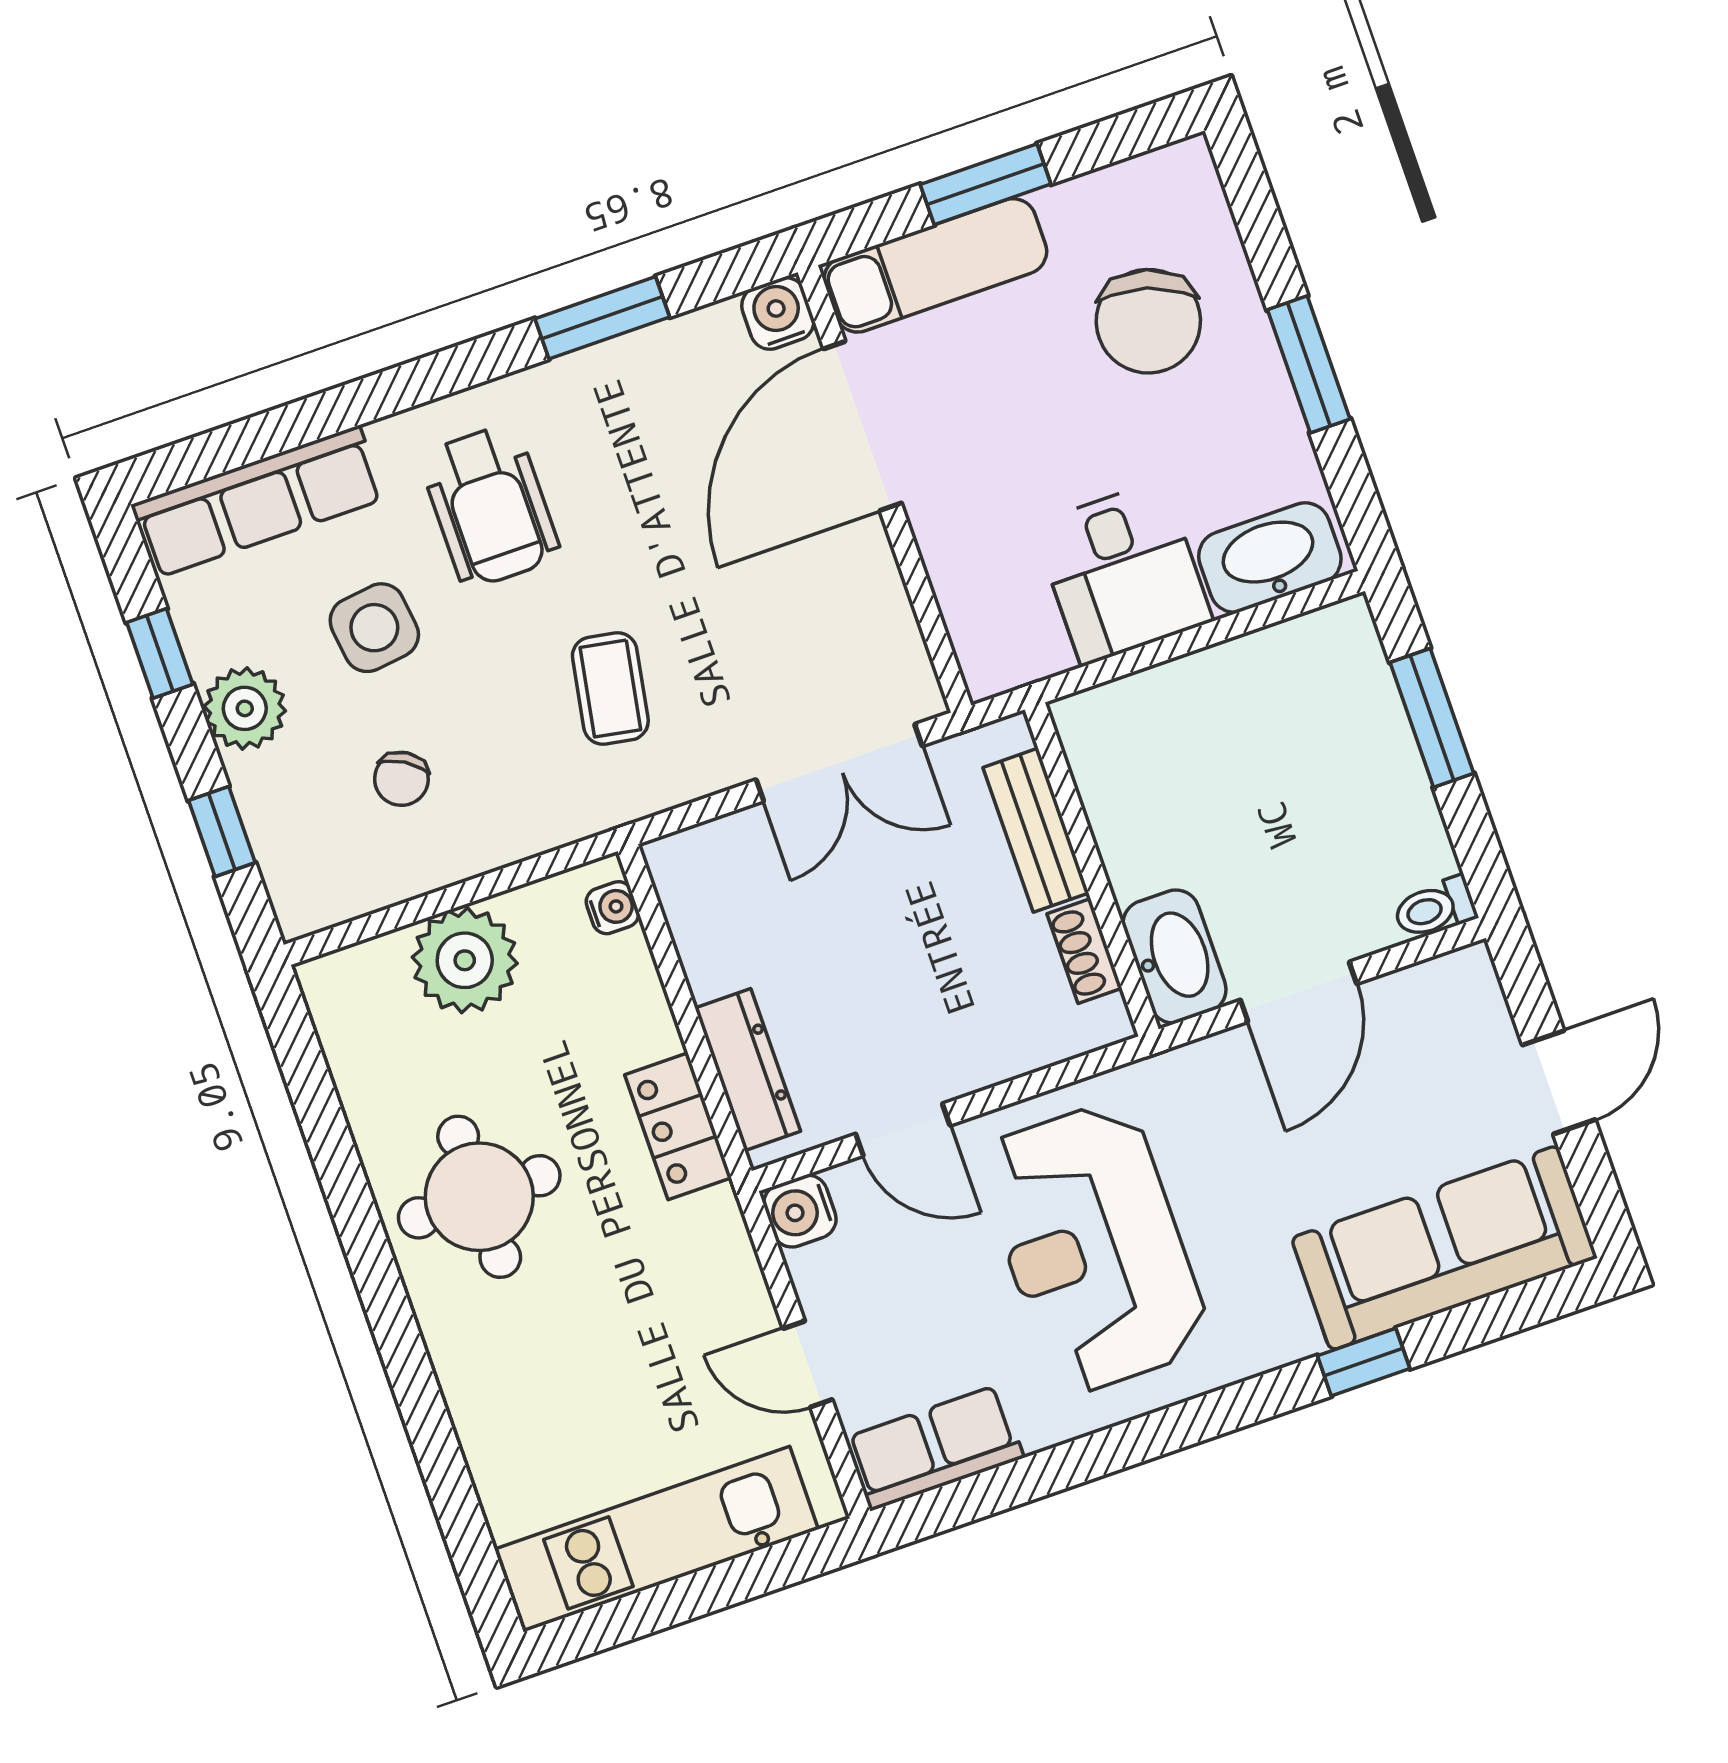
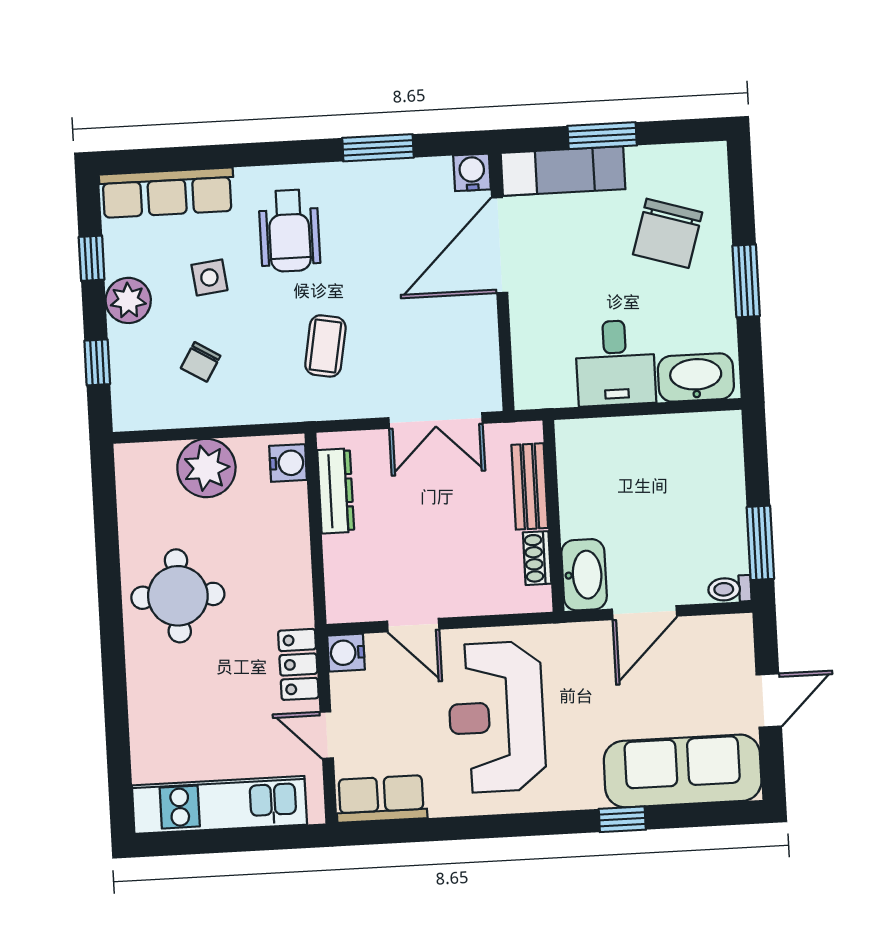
side table: (374, 628) -> (209, 277), width x0.73, depth x0.73
window: (1432, 718) -> (760, 543), moved
water cooler: (612, 908) -> (288, 463), width x1.38, depth x1.38
dresser: (748, 1070) -> (336, 491), moved
locker: (678, 1126) -> (298, 664), moved

